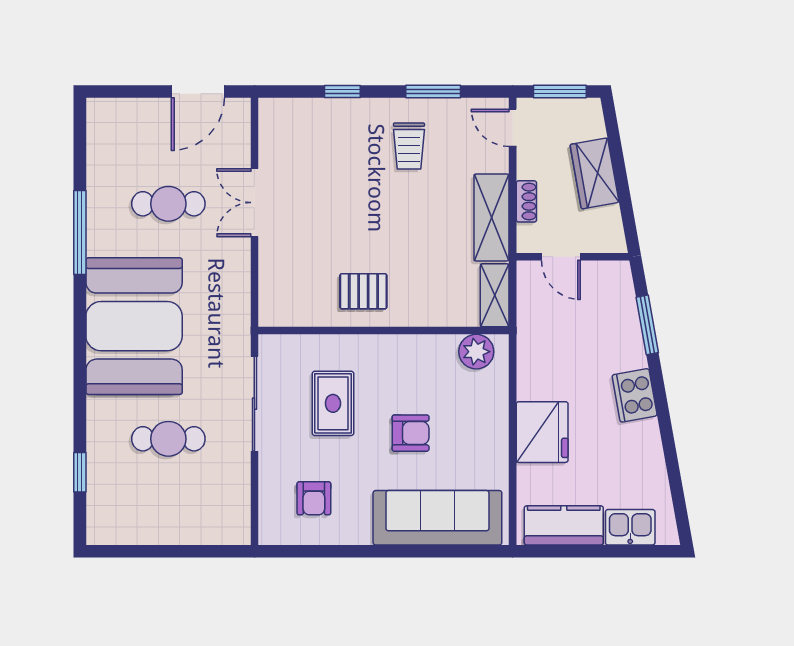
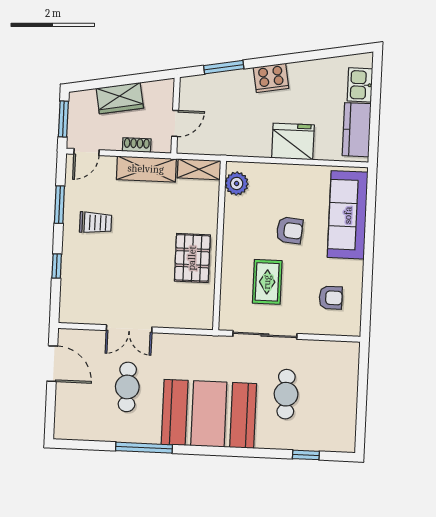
pallet: (363, 291) -> (192, 258), width x1.50, depth x1.42
rug: (333, 403) -> (267, 282), turned 90
armchair: (411, 433) -> (290, 230), turned 95

